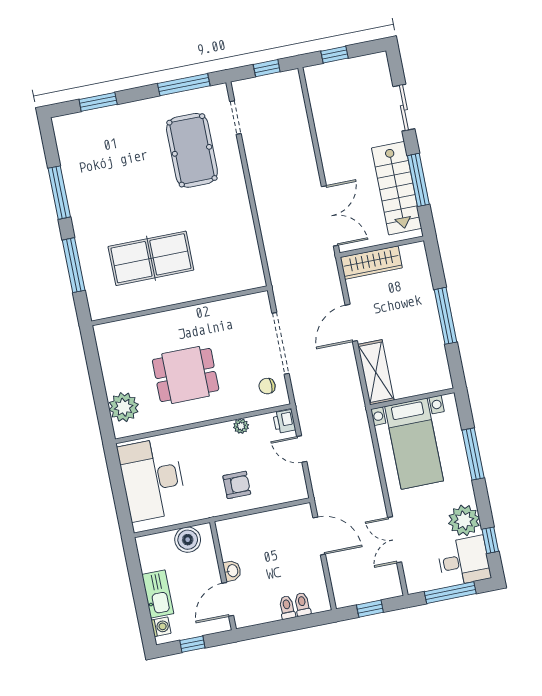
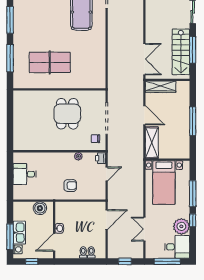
door: (351, 323) -> (144, 115), swing flipped
dining table: (186, 375) -> (67, 114), moved, turned 90
plant: (124, 407) -> (21, 135), removed
door: (302, 449) -> (107, 174), swing flipped
desk: (152, 479) -> (25, 174), width x0.53, depth x0.77
door: (319, 536) -> (107, 220), hinge flipped
window: (490, 540) -> (193, 220), moved
window: (142, 605) -> (10, 237), added

